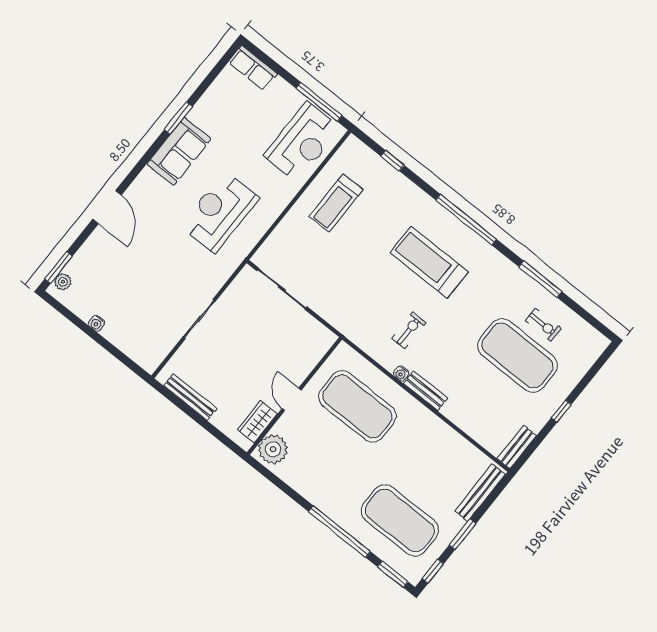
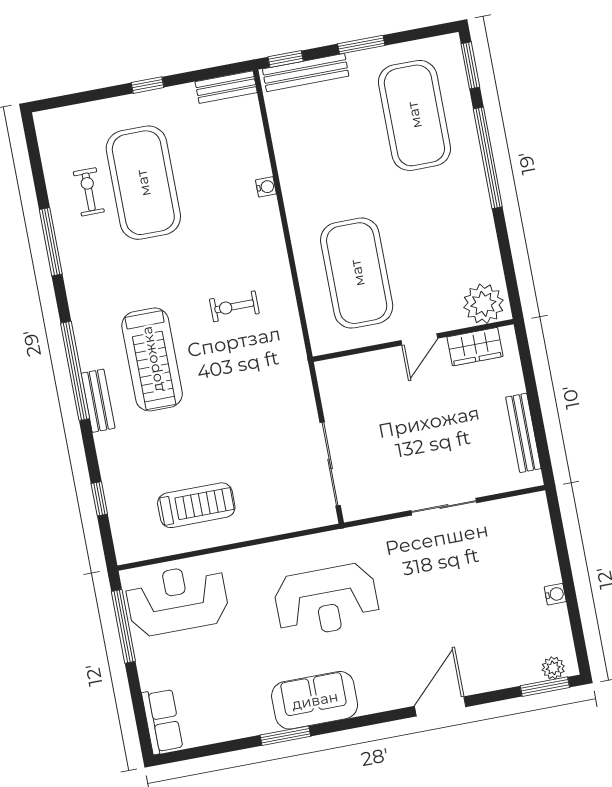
water cooler: (401, 373) -> (266, 187), moved
bench: (426, 391) -> (98, 401), moved
window: (433, 571) -> (286, 59), moved

